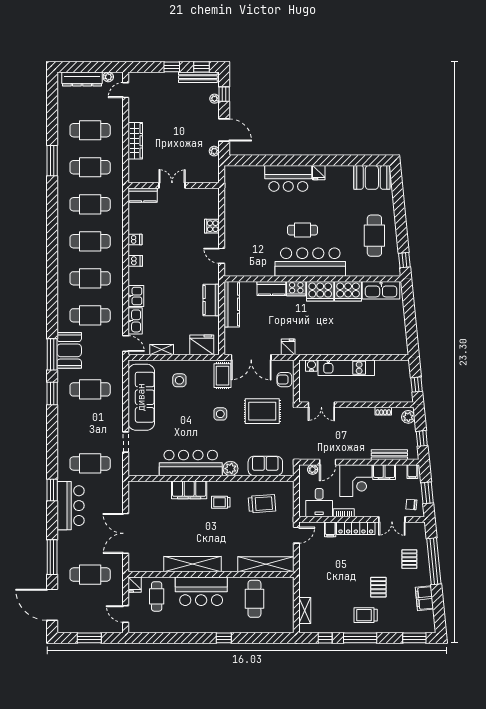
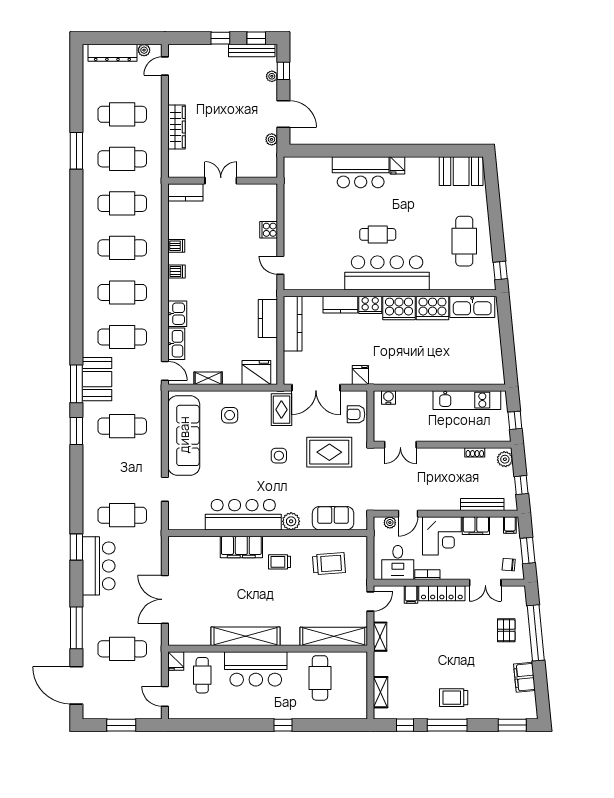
kitchen unit: (346, 368) -> (467, 400), moved
shelving: (304, 564) -> (380, 637), added
pallet: (378, 587) -> (469, 664), removed

